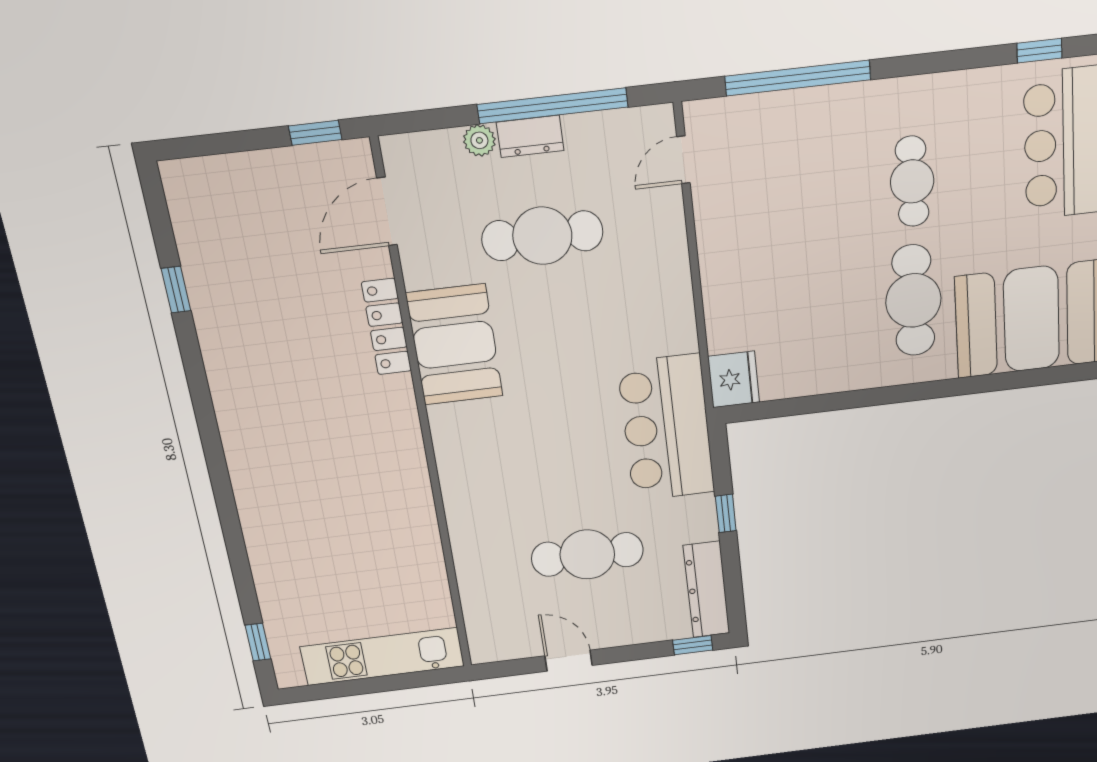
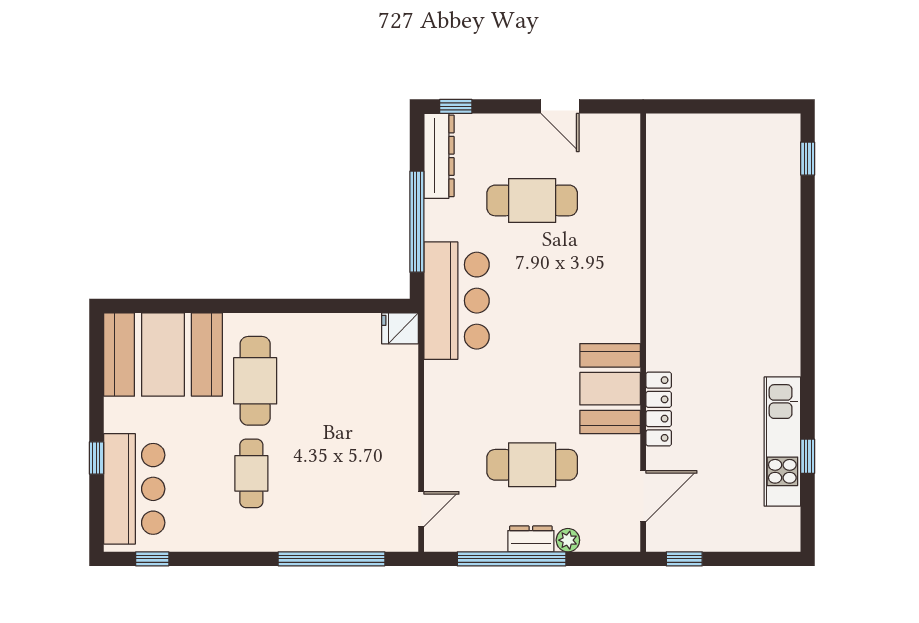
fridge: (734, 379) -> (400, 328), width x0.72
window: (726, 513) -> (417, 222), width x3.17
kitchen unit: (383, 656) -> (782, 442), moved, turned 90

